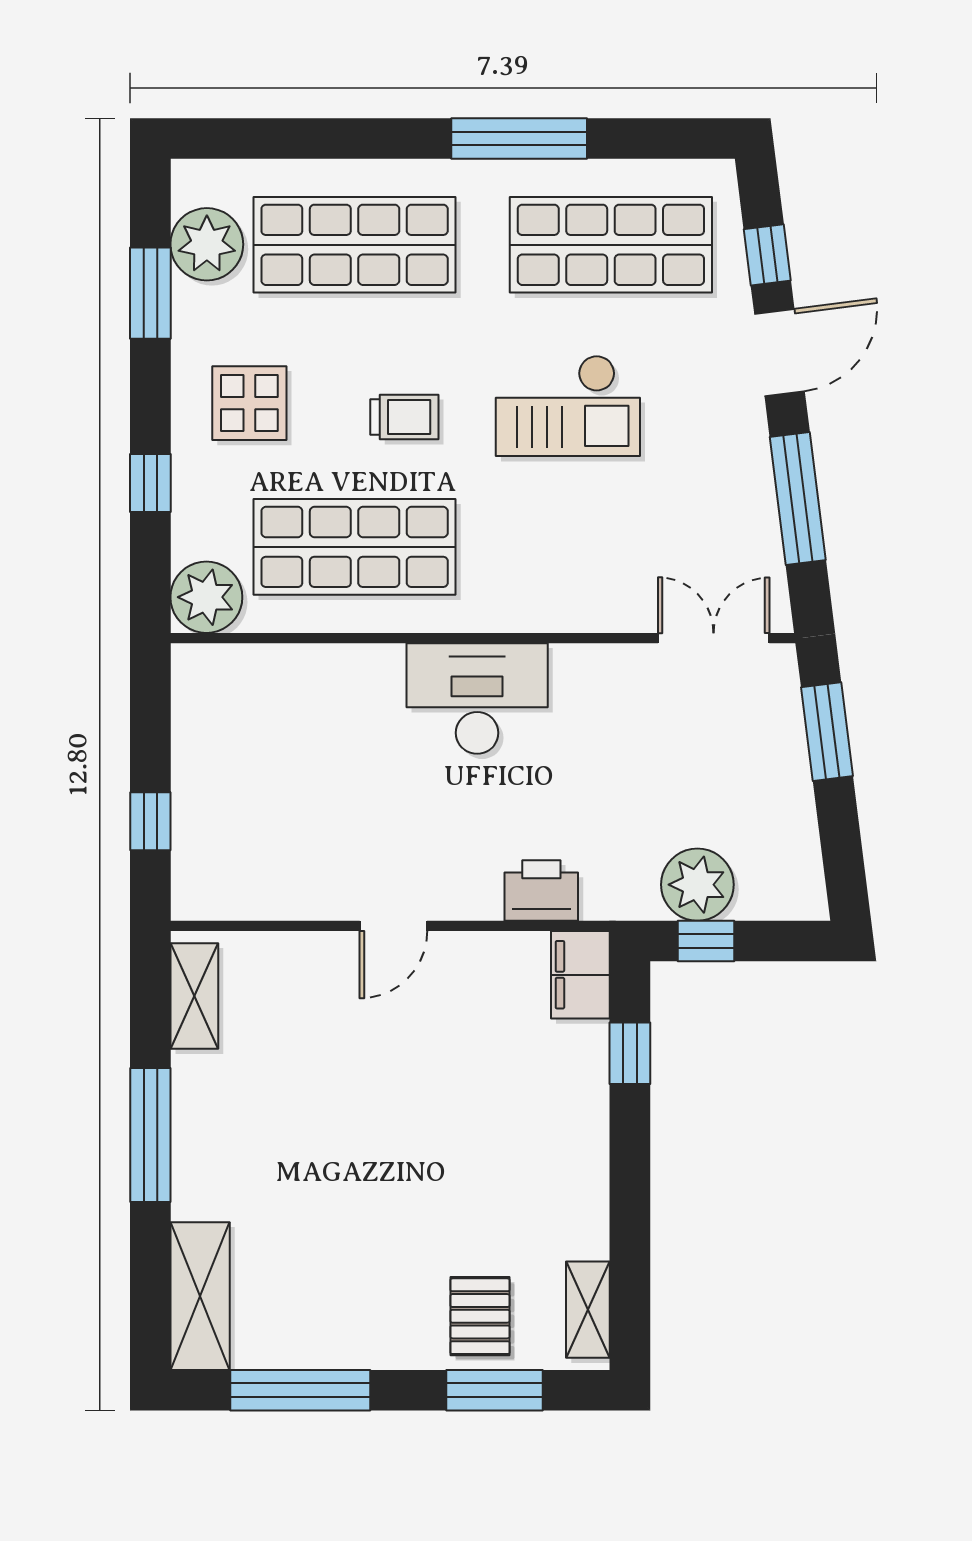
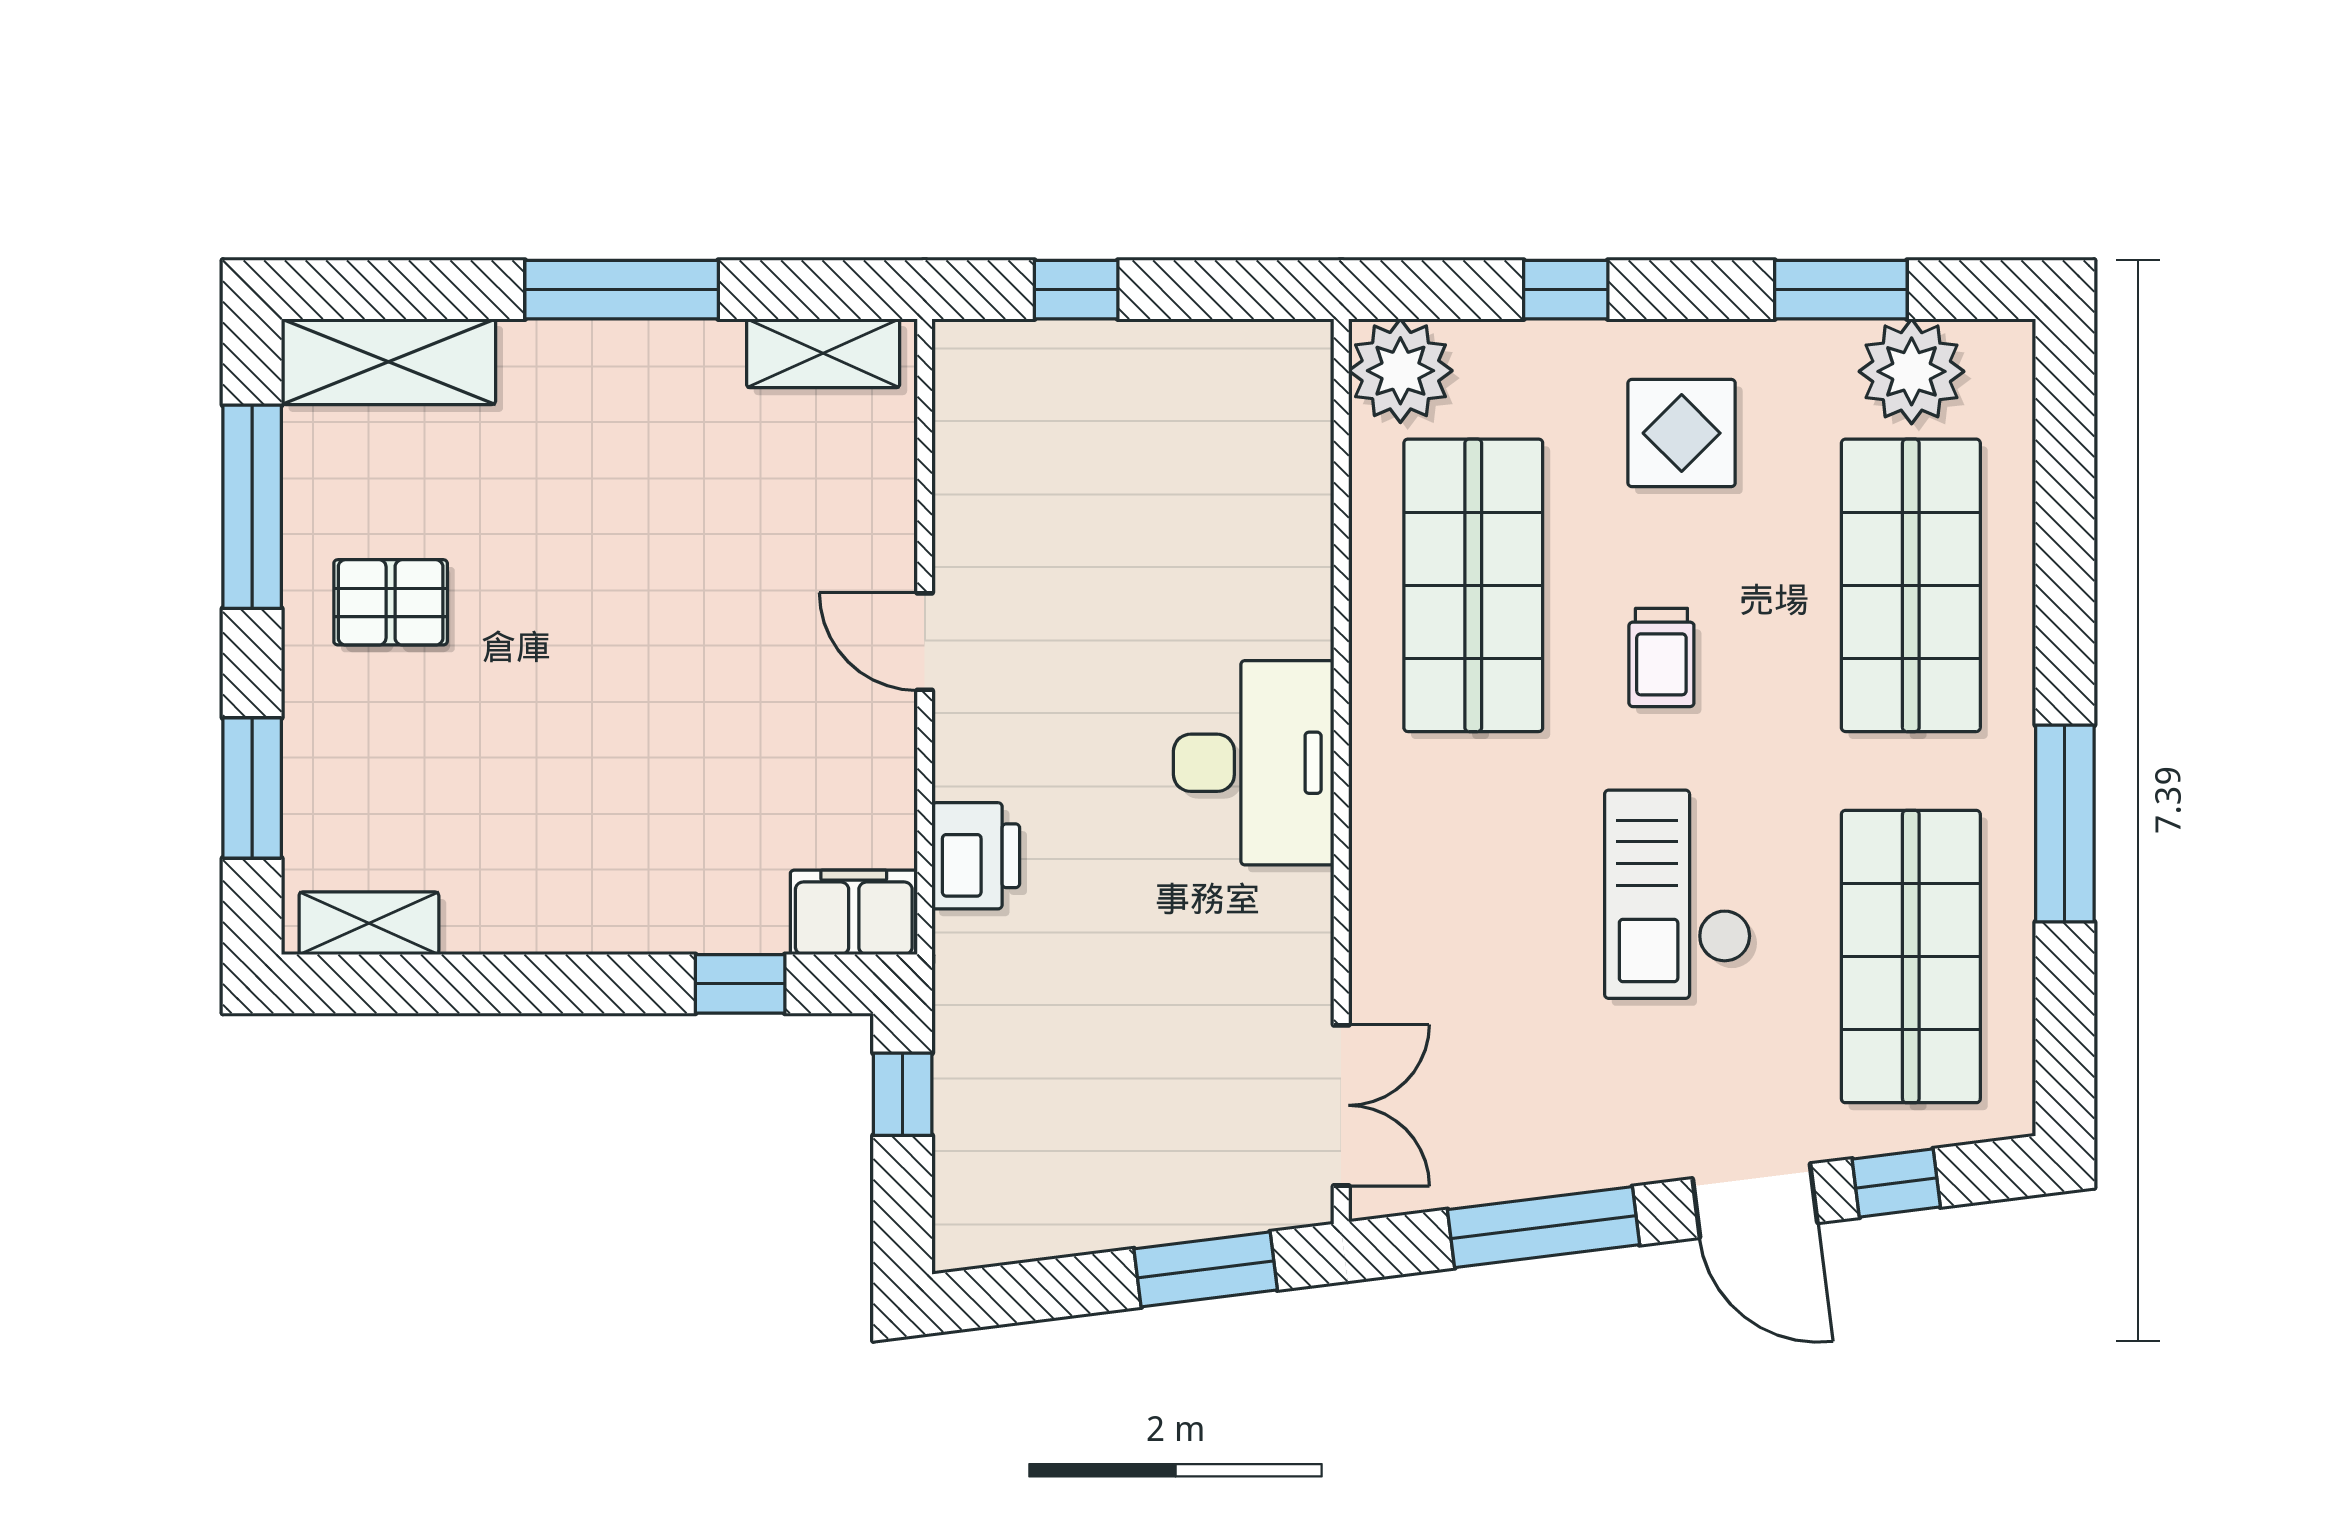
plant: (697, 885) -> (984, 1082), removed
pallet: (480, 1316) -> (391, 602), moved

